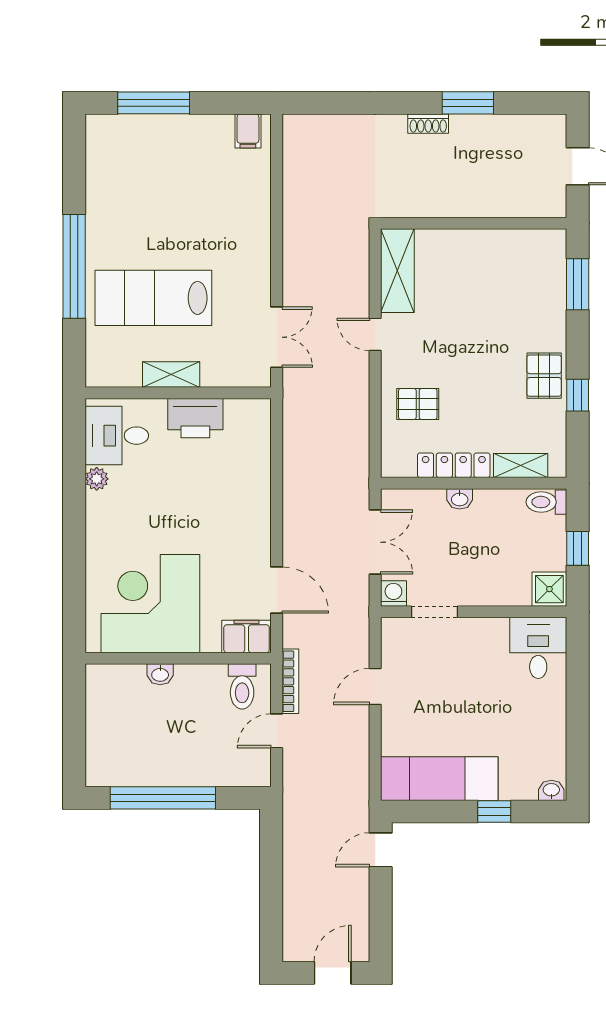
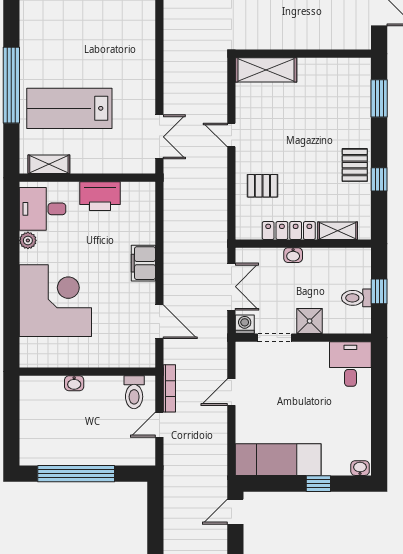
shelving: (397, 271) -> (266, 70), moved, turned 90
shelving: (171, 375) -> (49, 164), moved
toilet: (546, 502) -> (356, 298), moved
shower: (549, 589) -> (310, 321), moved
corner desk: (150, 604) -> (55, 301), moved, turned 90
filing cabinet: (247, 636) -> (143, 263), moved, turned -90

